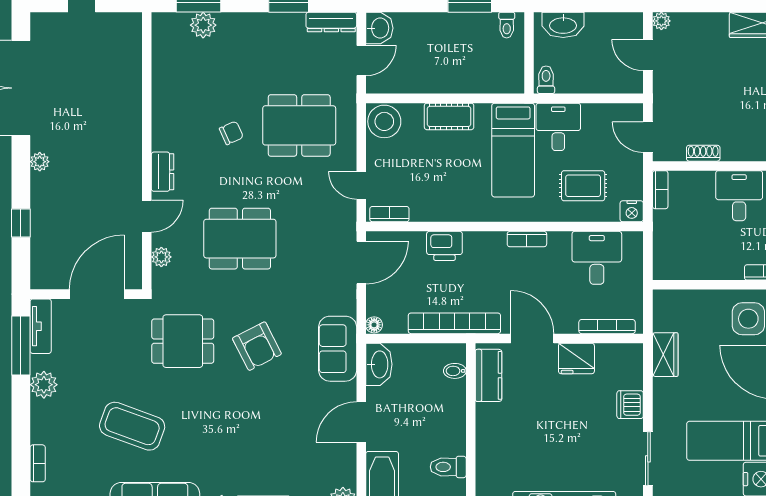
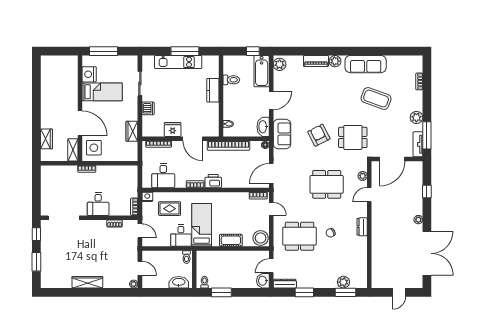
dresser: (163, 172) -> (362, 227), moved
printer: (444, 246) -> (213, 181), moved
kitchen counter: (488, 375) -> (213, 90), moved

